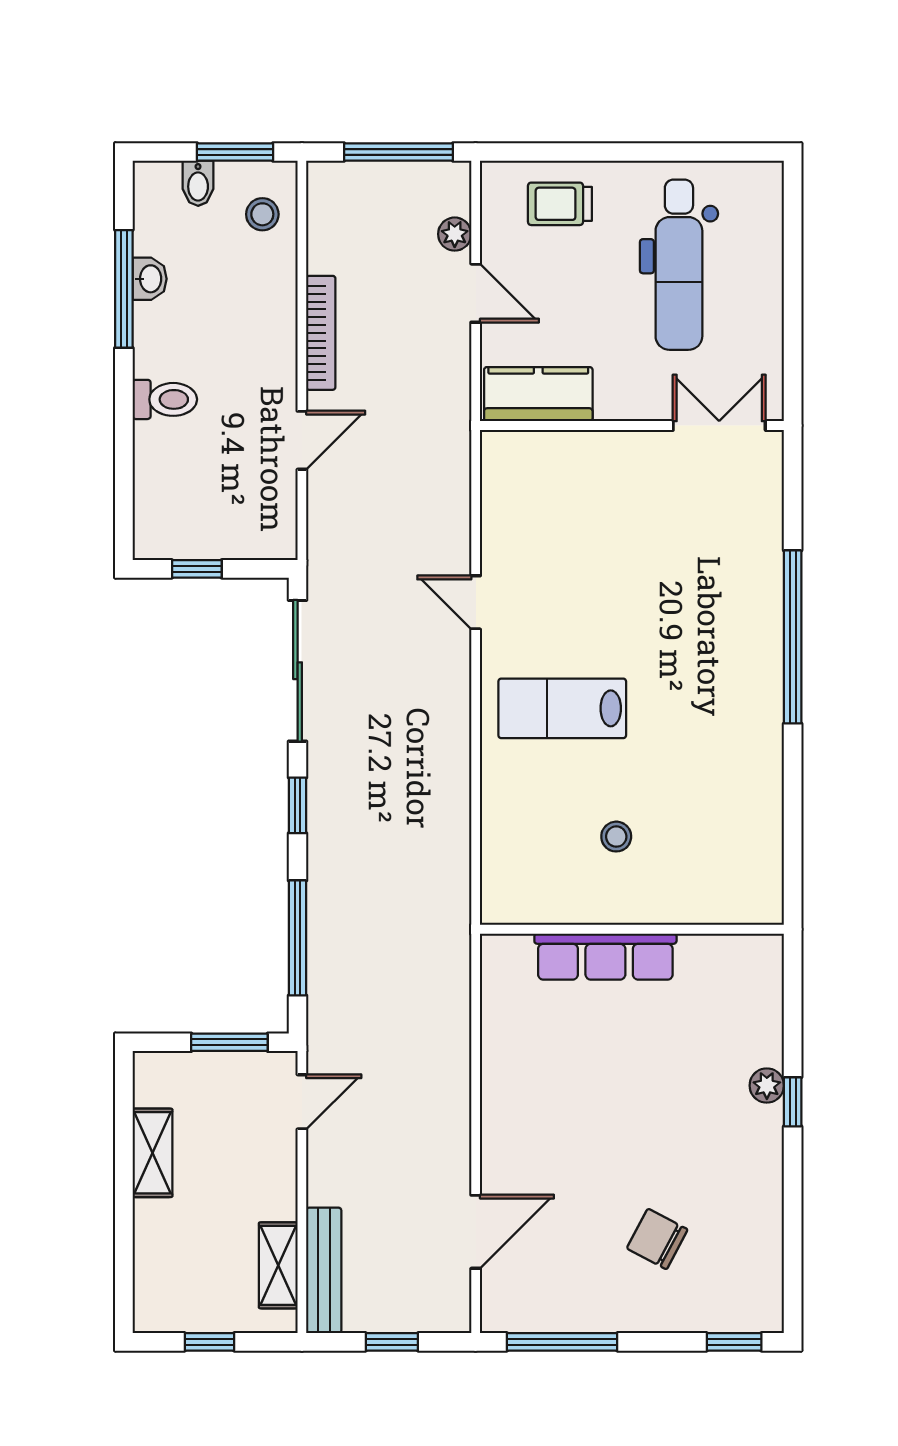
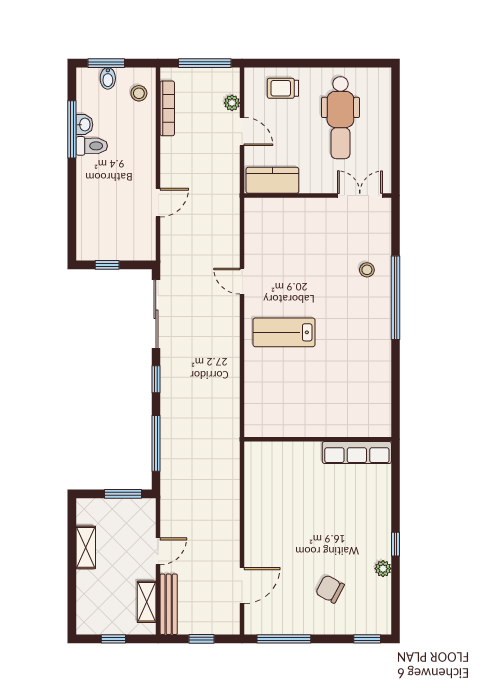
window: (235, 152) -> (106, 63), moved
bookcase: (321, 333) -> (167, 108), moved
toilet: (165, 399) -> (92, 146), moved
stool: (616, 837) -> (367, 270), moved
row of seats: (605, 957) -> (357, 452), moved
plant: (767, 1086) -> (383, 569), moved
door: (302, 1102) -> (158, 551), moved
window: (793, 1102) -> (395, 544), moved

